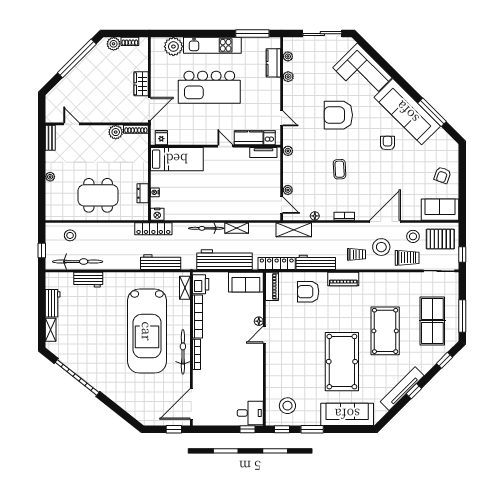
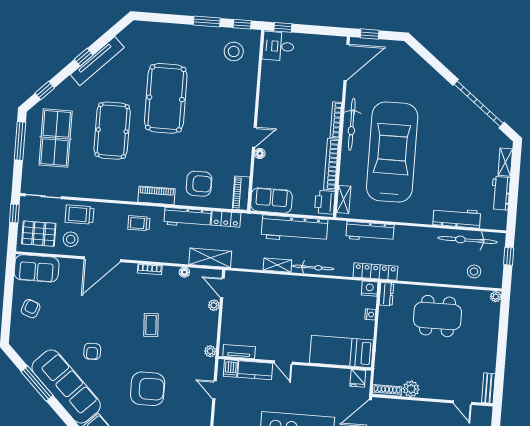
plant: (50, 177) -> (496, 297), moved
dresser: (143, 193) -> (386, 294), moved
stool: (381, 247) -> (109, 230), removed
locker: (277, 264) -> (226, 219), width x0.66
workbench: (88, 280) -> (457, 218), width x1.37
sofa: (347, 414) -> (164, 36), removed

